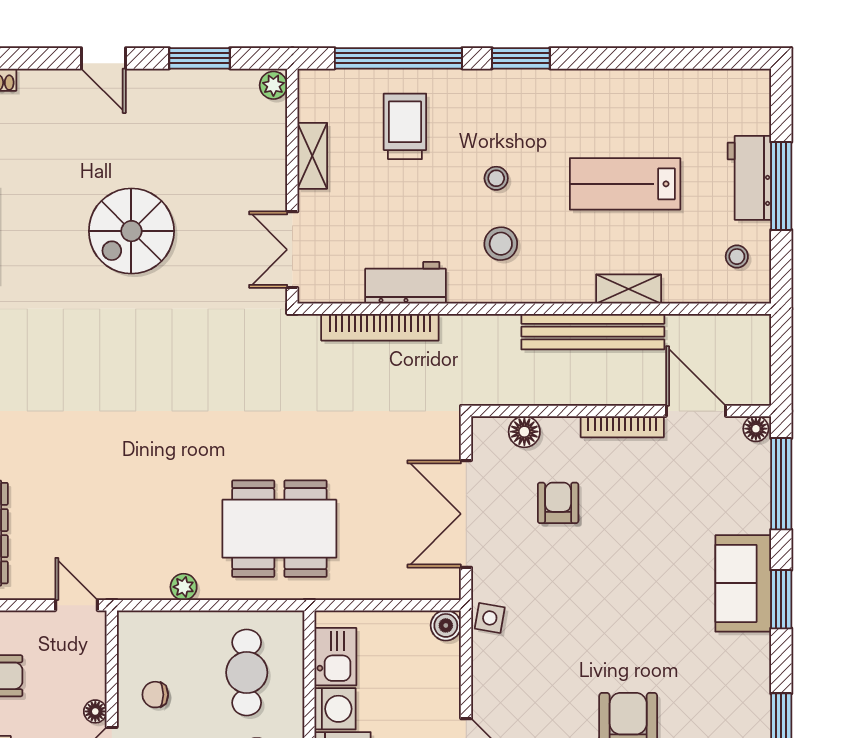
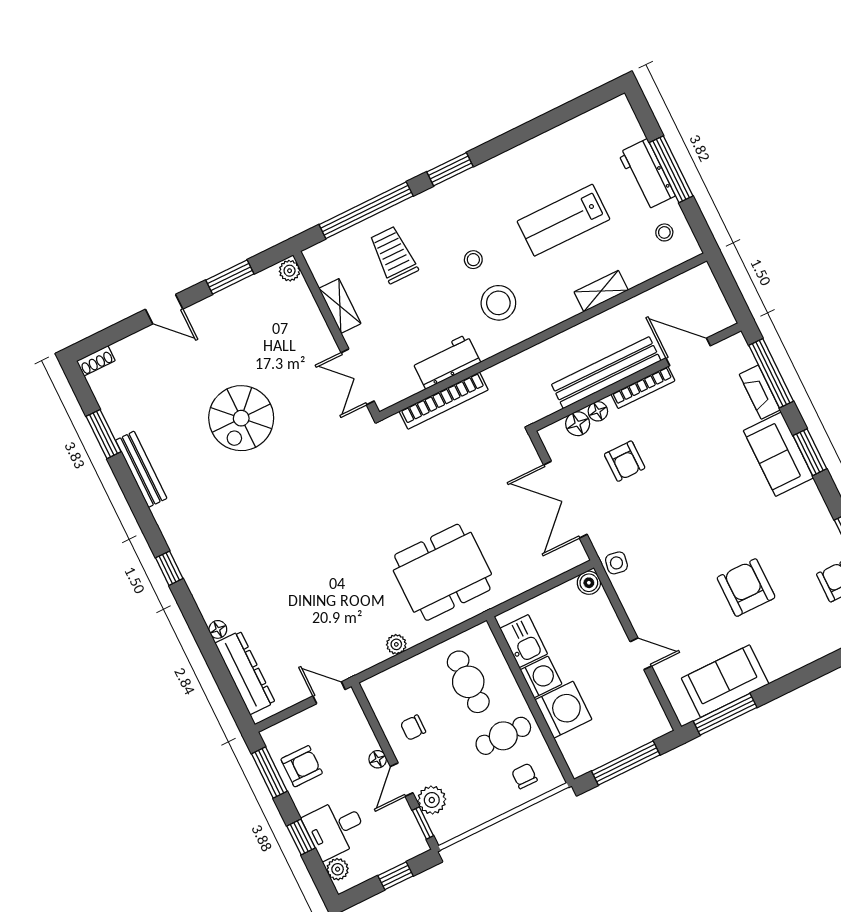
stool: (501, 244) -> (498, 303), width x1.38, depth x1.38
bench: (593, 332) -> (606, 373), moved
floor lamp: (756, 429) -> (598, 411), moved
fireplace: (757, 500) -> (760, 392), added
armchair: (558, 503) -> (625, 461), turned 180

